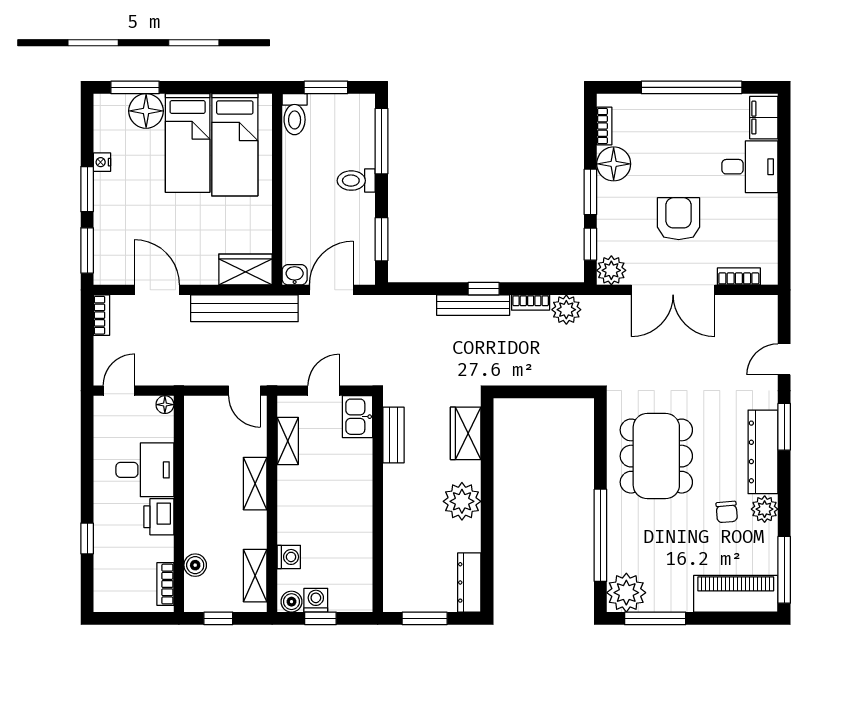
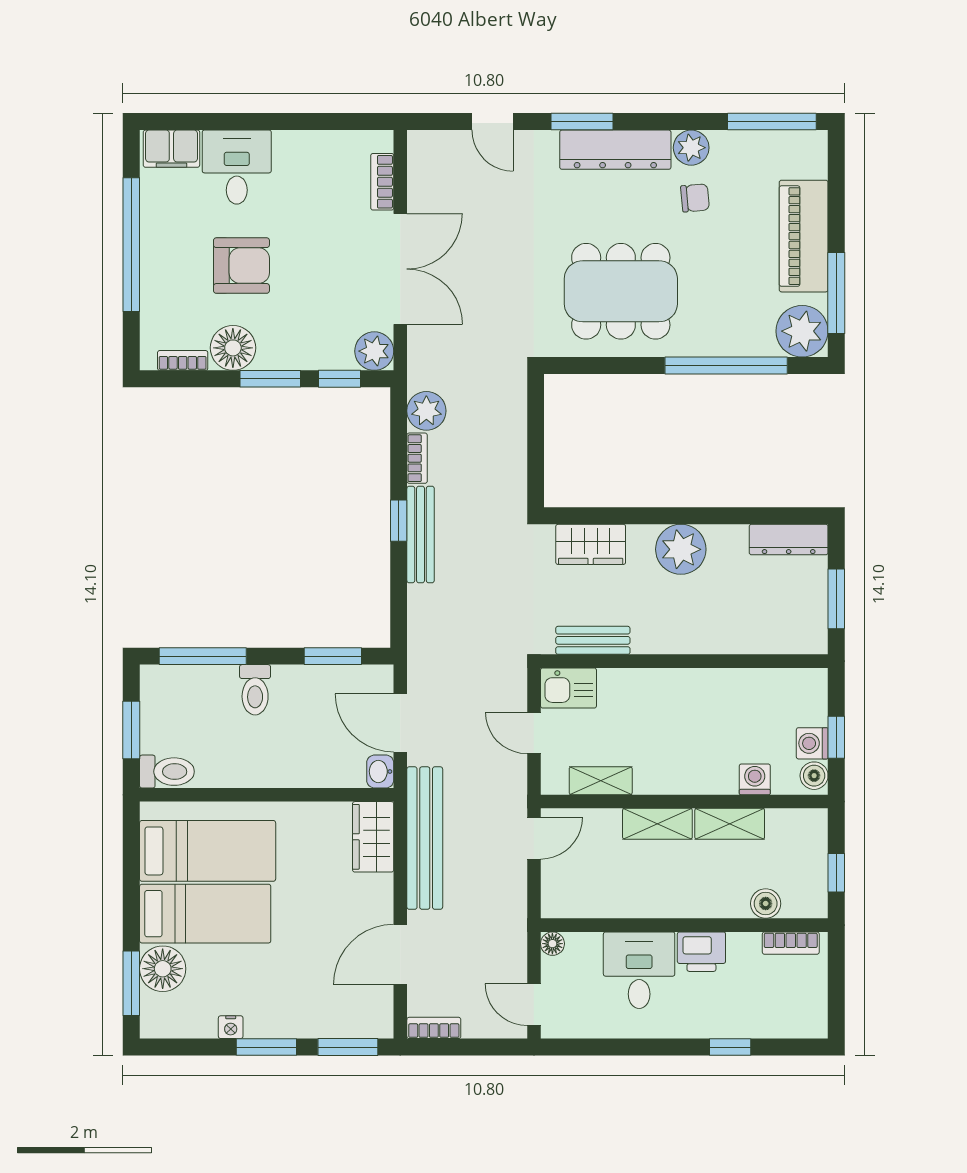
armchair: (679, 219) -> (241, 266), moved, turned 180
shelving: (255, 576) -> (730, 824), moved
piano: (736, 594) -> (804, 236), moved

